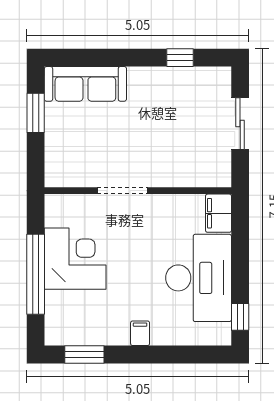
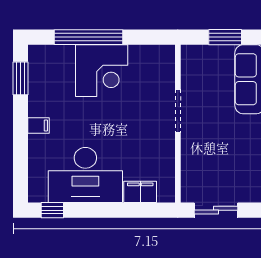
doorway: (123, 191) -> (178, 111), moved
wall: (138, 191) -> (178, 124), moved

